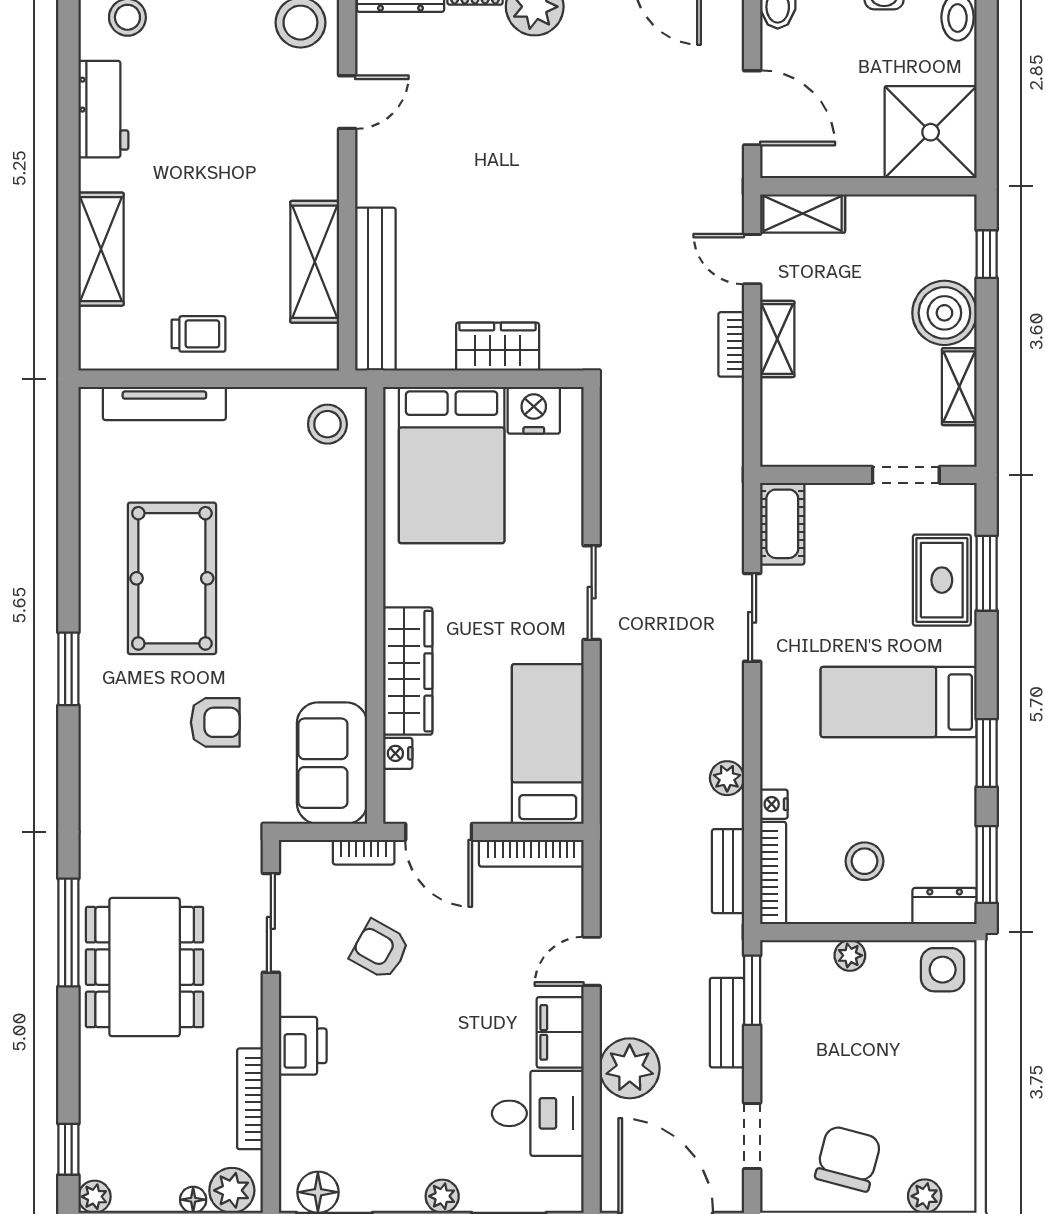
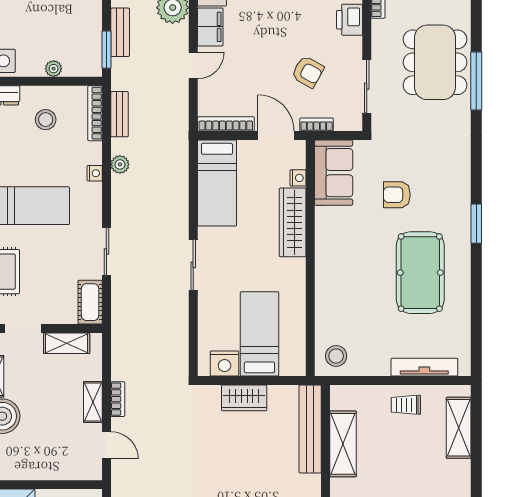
shelving: (803, 213) -> (67, 343), moved
shelving: (101, 249) -> (459, 428), moved
bed: (452, 465) -> (259, 334), width x0.67
nightstand: (774, 804) -> (95, 173), moved

